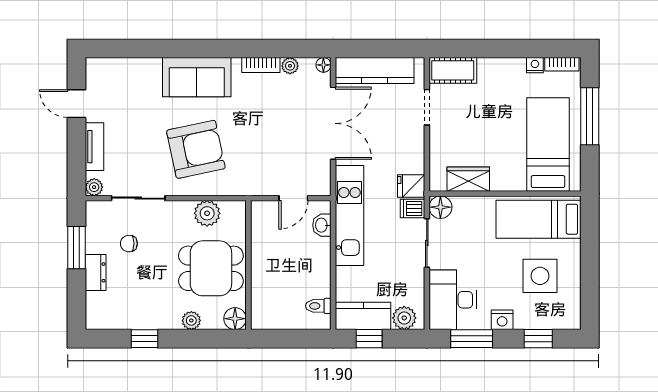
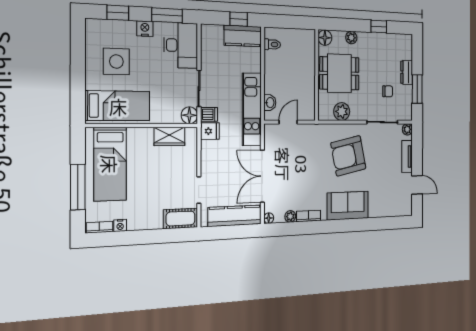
plant: (404, 318) -> (215, 33), removed

